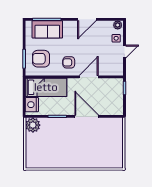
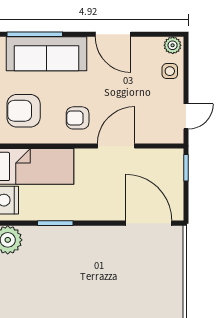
door: (87, 19) -> (113, 34), hinge flipped
sofa: (47, 29) -> (47, 54), width x1.36
door: (124, 51) -> (186, 116), moved
door: (87, 116) -> (149, 223), moved

